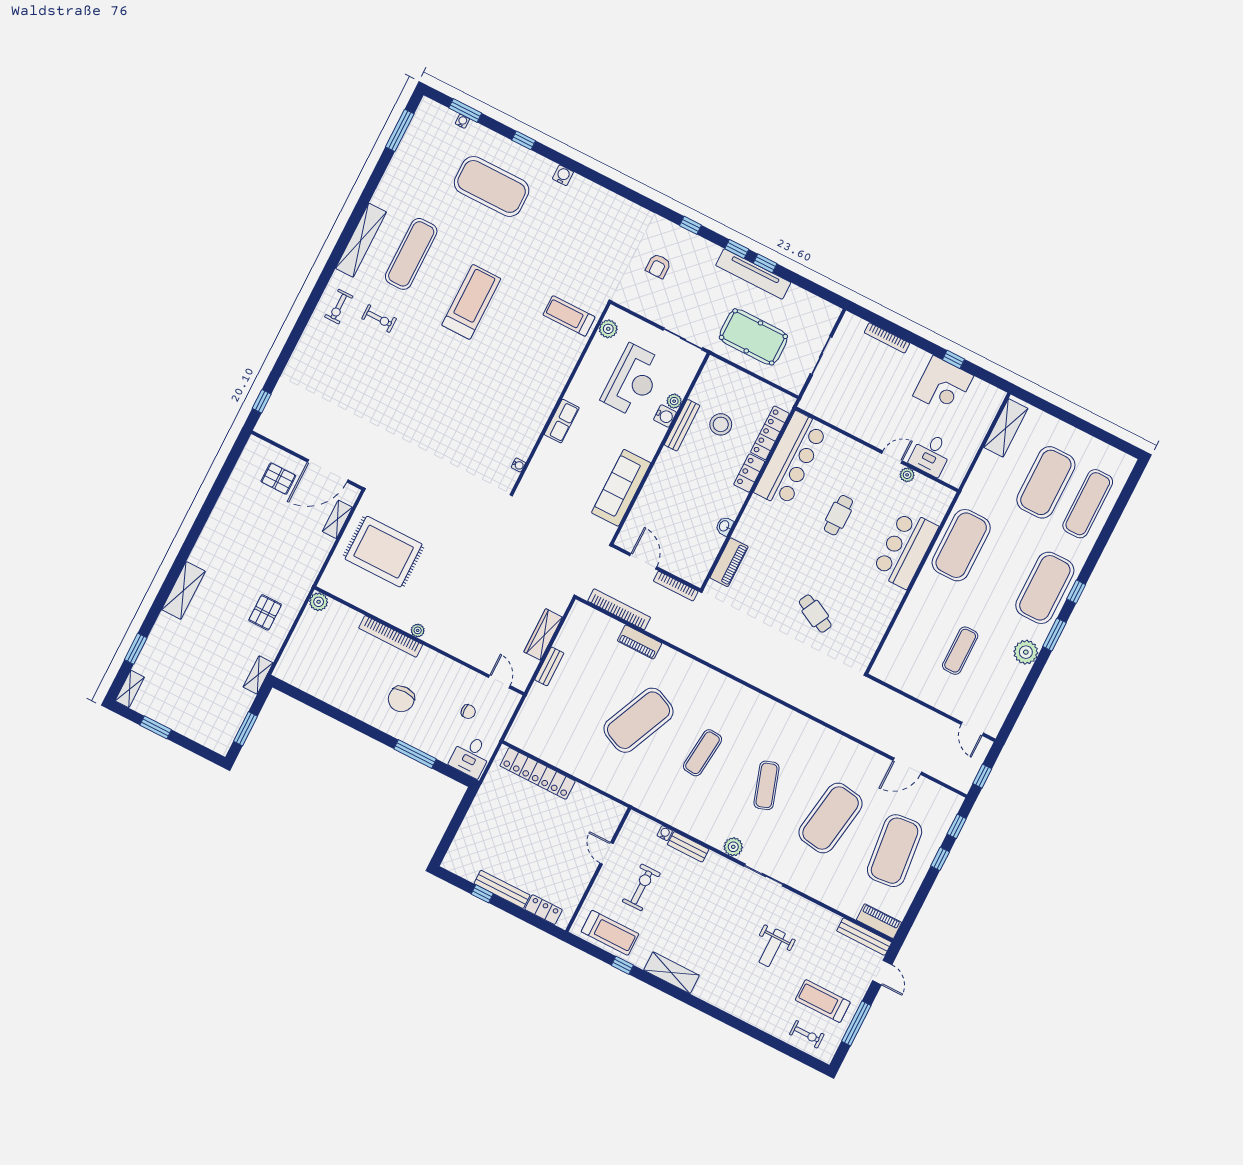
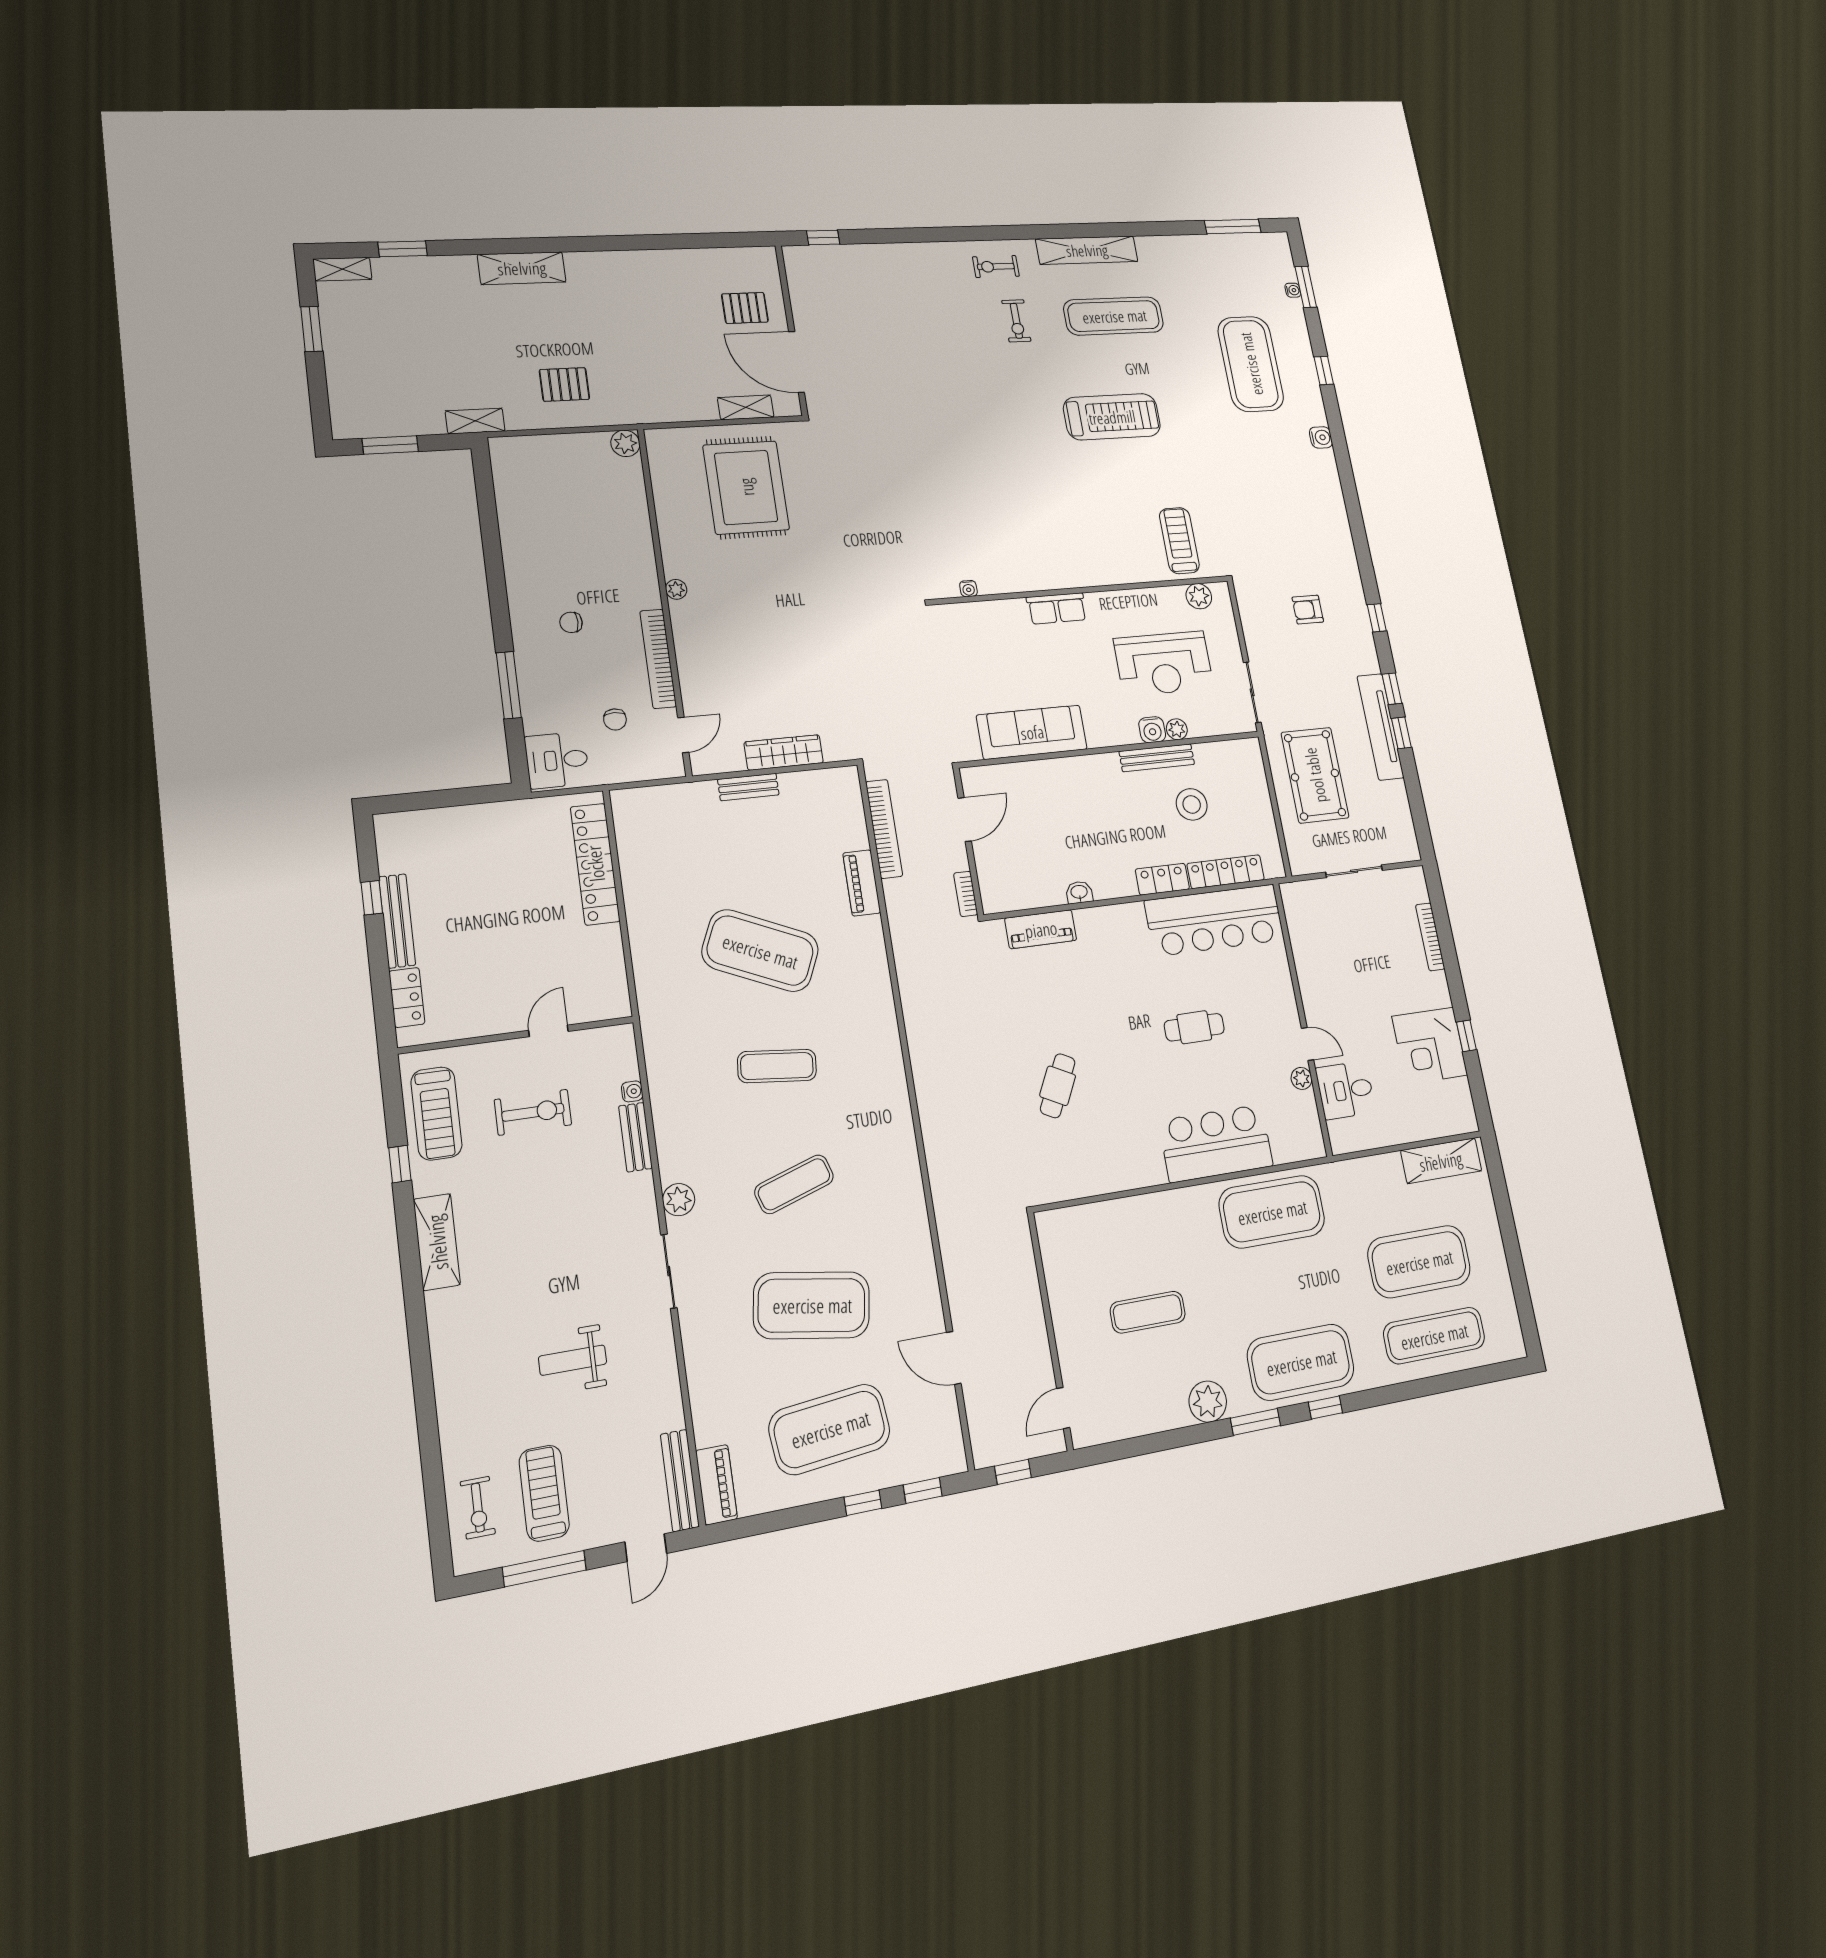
pallet: (278, 479) -> (745, 308), turned 90
bookcase: (676, 586) -> (966, 894), width x0.64
bookcase: (391, 636) -> (658, 659), moved
chair: (401, 699) -> (571, 622), width x0.54, depth x0.54

